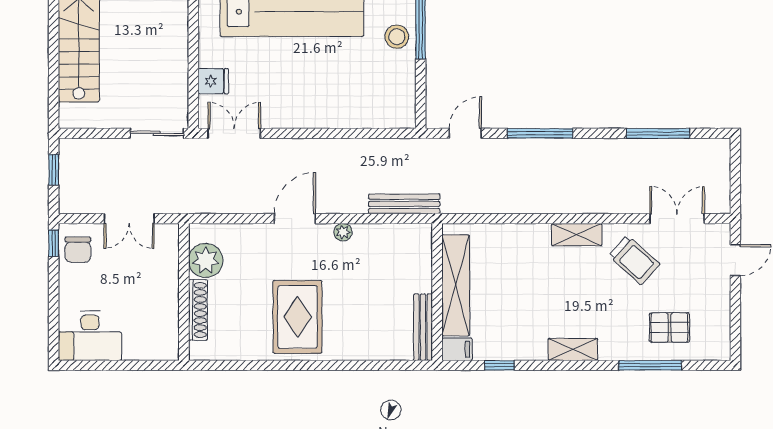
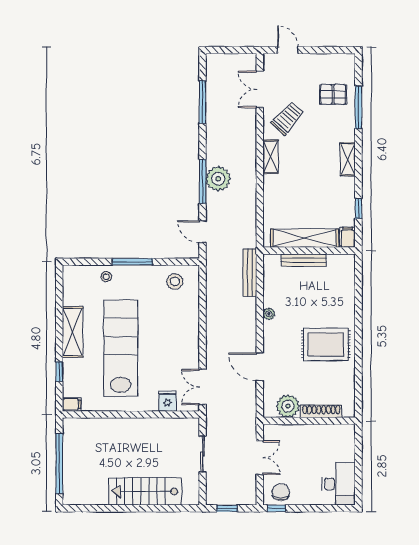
stool: (397, 37) -> (175, 281), moved
sliding door: (157, 133) -> (202, 454), moved
plant: (544, 157) -> (218, 179), added
door: (295, 219) -> (260, 367), moved
chair: (78, 250) -> (281, 492), turned -88
bench: (423, 327) -> (304, 260), moved
pallet: (669, 328) -> (333, 94), turned 90

